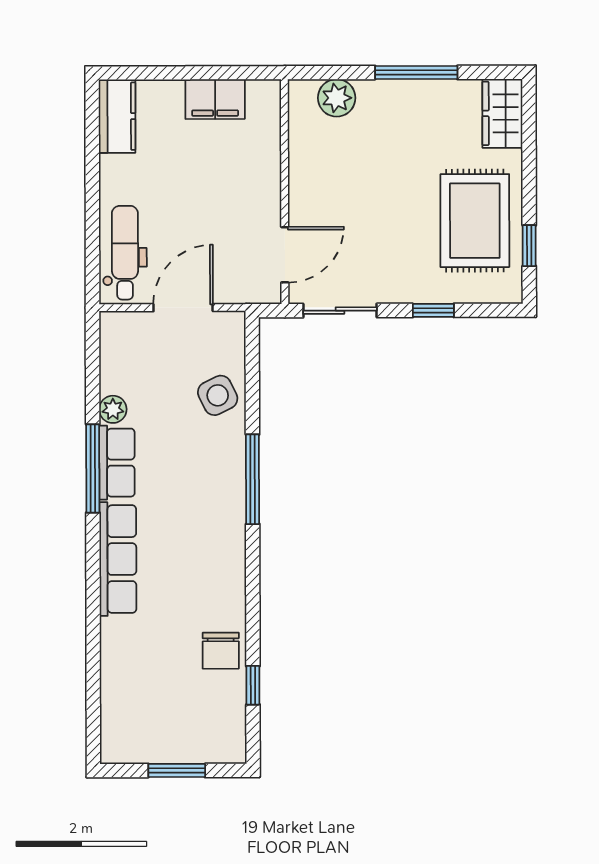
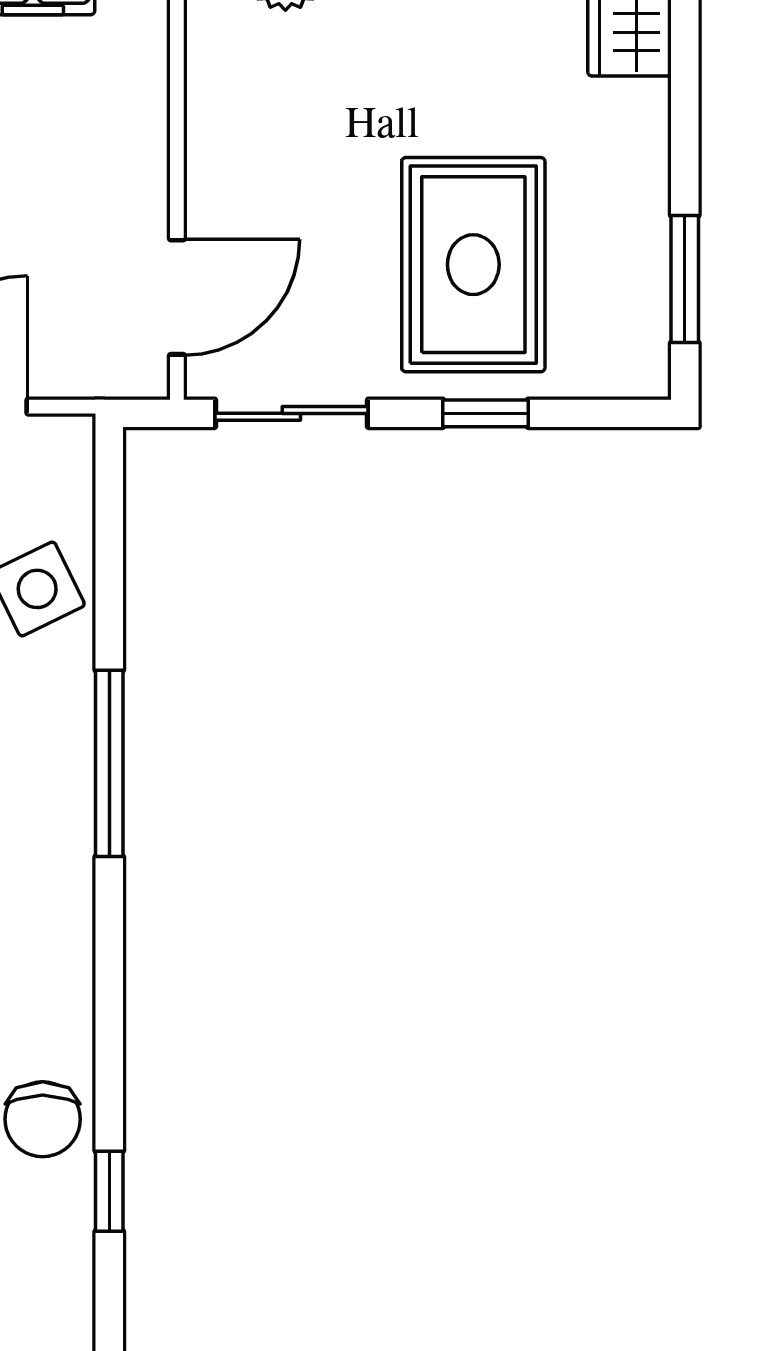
rug: (475, 221) -> (473, 265), moved
window: (529, 246) -> (685, 279), width x1.50

